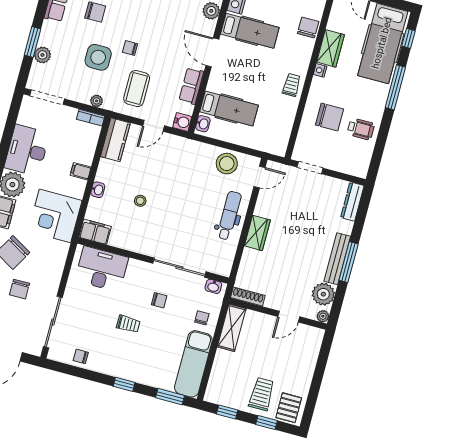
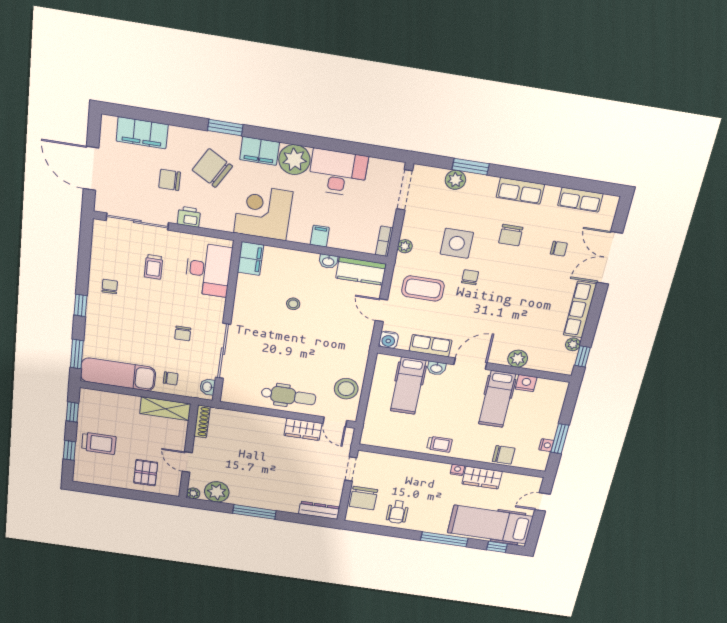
chair: (329, 117) -> (363, 498), moved
washbasin: (203, 124) -> (436, 368), moved
washbasin: (98, 190) -> (328, 261), moved
wardrobe: (257, 233) -> (303, 429), moved
bench: (337, 259) -> (256, 502), removed
printer: (53, 278) -> (189, 217), added
trolley: (128, 324) -> (154, 267), moved
chair: (81, 356) -> (110, 287), moved
pallet: (289, 408) -> (146, 473), moved, turned 90

